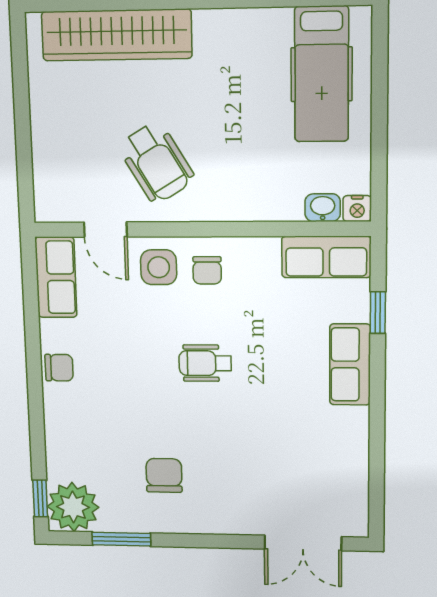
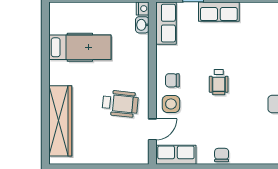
hospital bed: (322, 74) -> (80, 47), moved
wheelchair: (156, 163) -> (120, 104), turned 37
chair: (207, 270) -> (172, 80), turned 180

